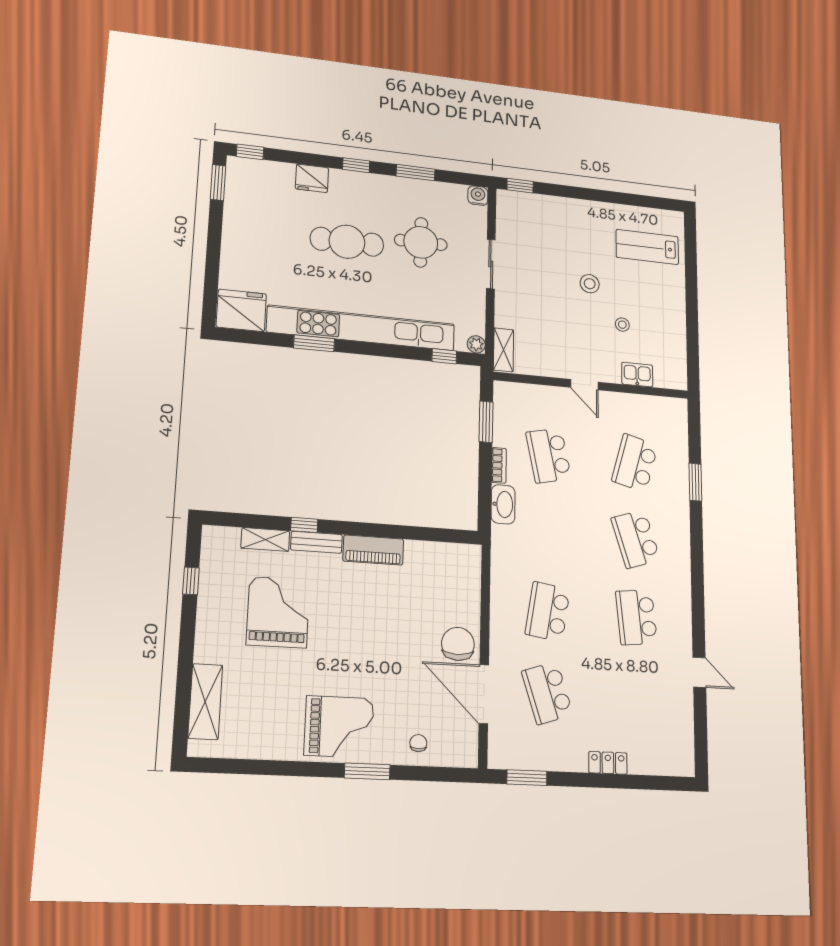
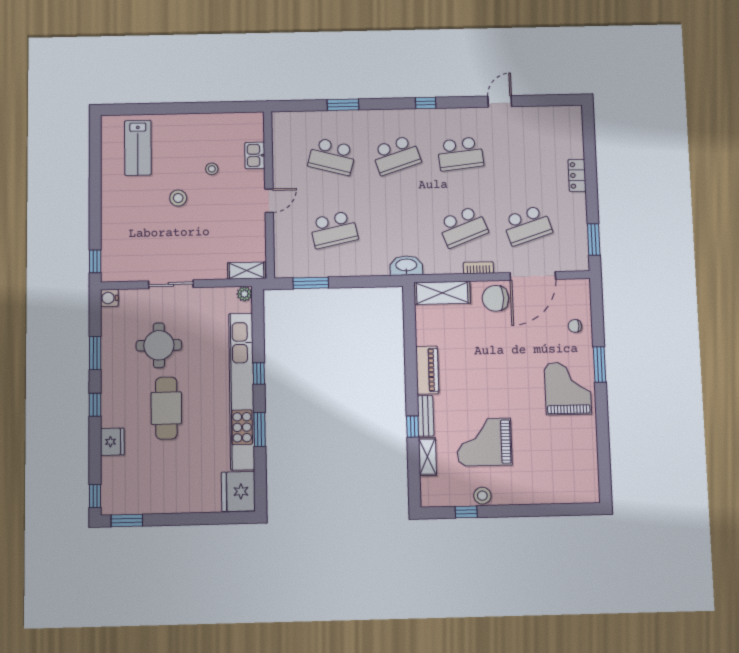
window: (444, 356) -> (259, 373), moved
bookcase: (499, 465) -> (478, 268), moved
washbasin: (503, 504) -> (406, 266), moved
window: (697, 581) -> (426, 103), added
stool: (210, 603) -> (482, 496), added
school desk: (548, 612) -> (463, 227), turned -30
shelving: (205, 702) -> (442, 293), moved

